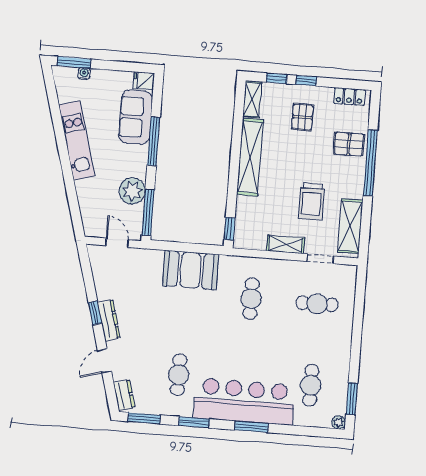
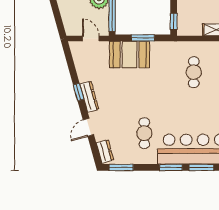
window: (187, 247) -> (143, 38), added
booth: (190, 270) -> (130, 55), moved
window: (194, 422) -> (171, 167), moved

